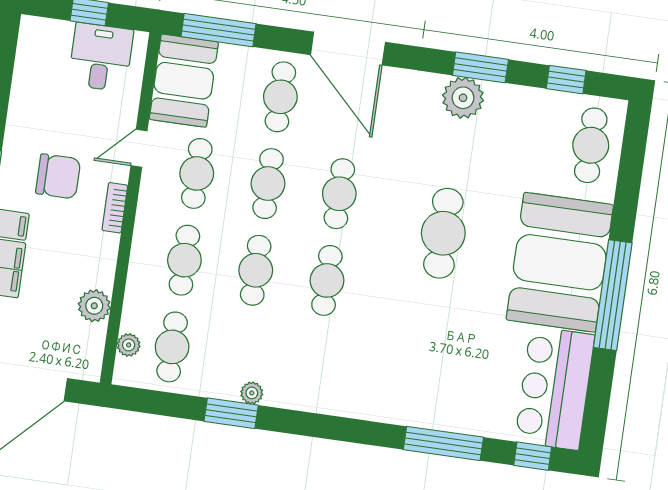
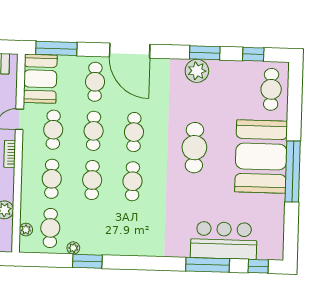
bar counter: (555, 388) -> (224, 240), moved, turned 90
plant: (252, 393) -> (73, 248), moved

